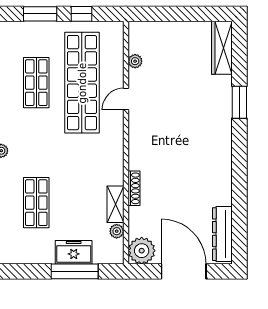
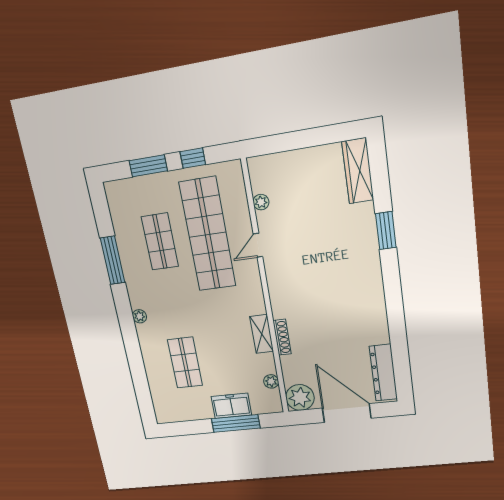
shelving: (116, 204) -> (262, 334), moved

